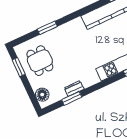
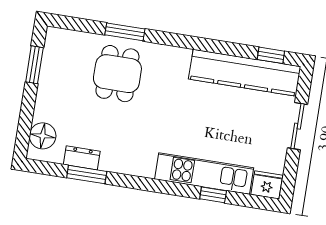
dining table: (40, 61) -> (117, 74), moved
dresser: (74, 88) -> (82, 158), moved

